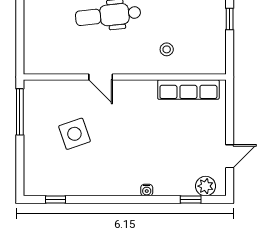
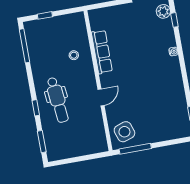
row of seats: (188, 90) -> (102, 52), moved
side table: (74, 134) -> (124, 132), moved

